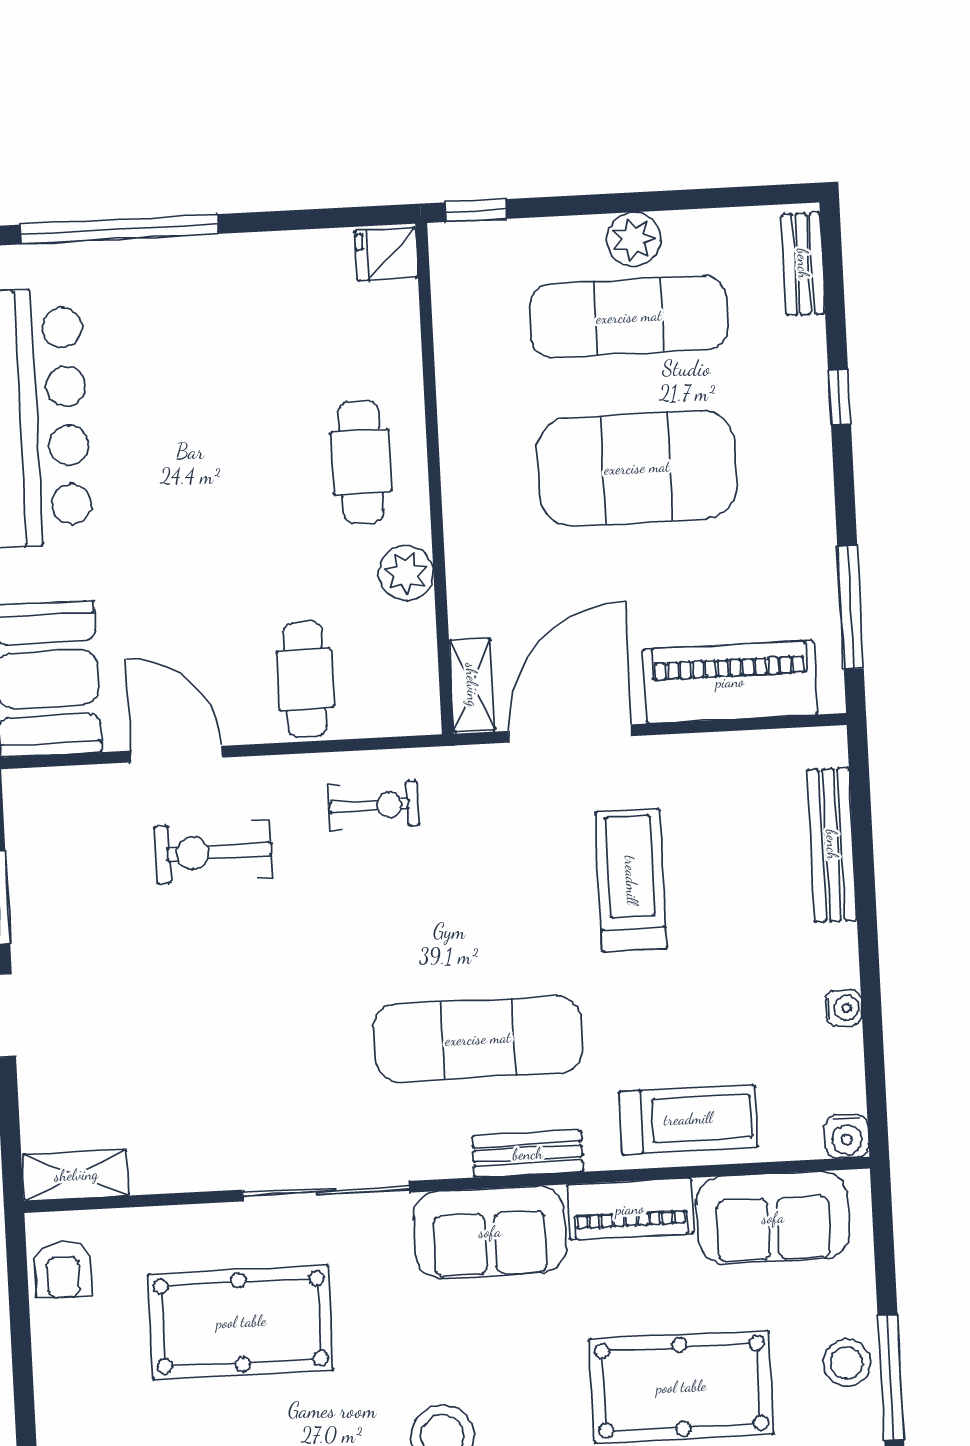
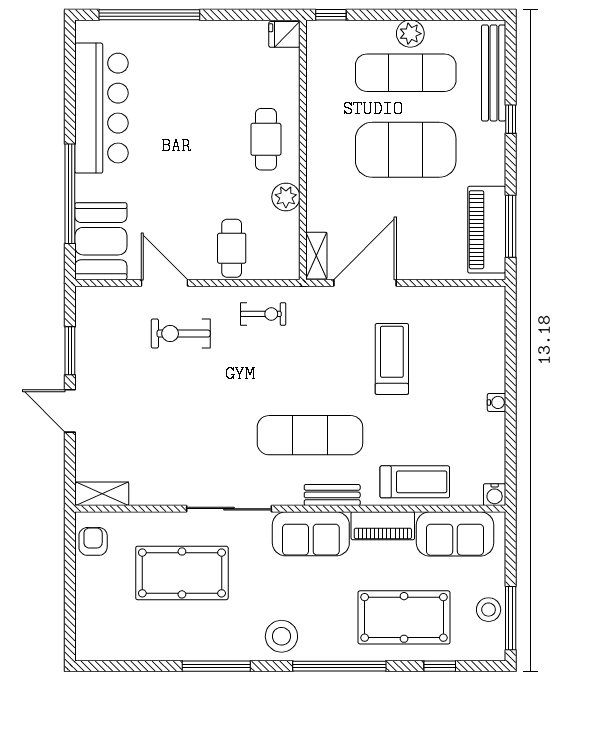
bench: (803, 264) -> (494, 73), width x1.86, depth x1.21
piano: (730, 682) -> (487, 230), moved, turned -90
bench: (832, 845) -> (495, 346), removed
water cooler: (844, 1008) -> (497, 402), moved
armchair: (63, 1270) -> (93, 541), turned 180

